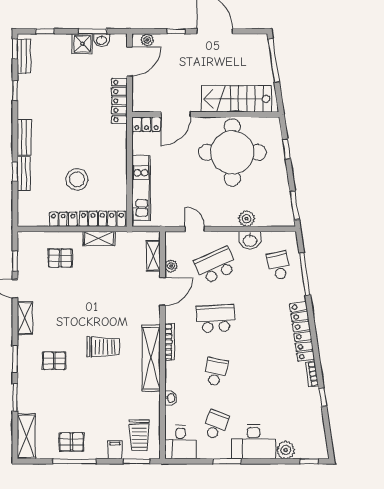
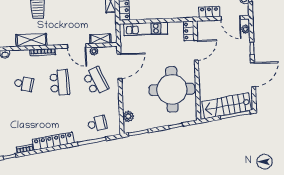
stairs: (236, 99) -> (227, 106), moved, turned -98
locker: (119, 101) -> (209, 12), width x0.66
door: (176, 114) -> (196, 50), swing flipped
plant: (247, 219) -> (128, 116), moved
door: (195, 229) -> (119, 66), width x1.87
washbasin: (250, 240) -> (113, 104), removed
shelving: (151, 358) -> (31, 40), width x0.68

